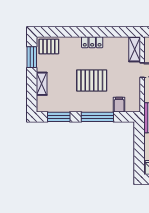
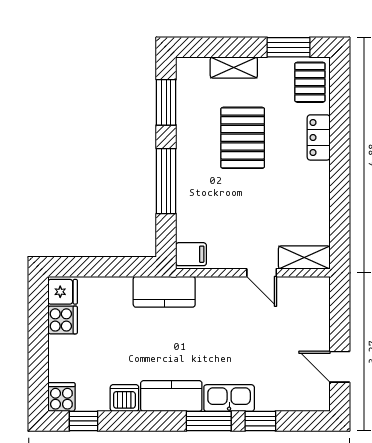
locker: (92, 42) -> (319, 137), moved
pallet: (92, 80) -> (243, 138), moved
filing cabinet: (119, 105) -> (191, 254), moved

